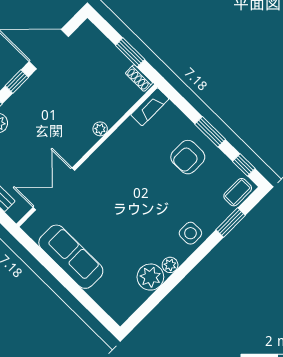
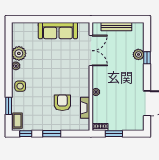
window: (17, 82) -> (147, 78), removed
fireplace: (150, 107) -> (85, 108), moved
armchair: (188, 157) -> (62, 103), moved

